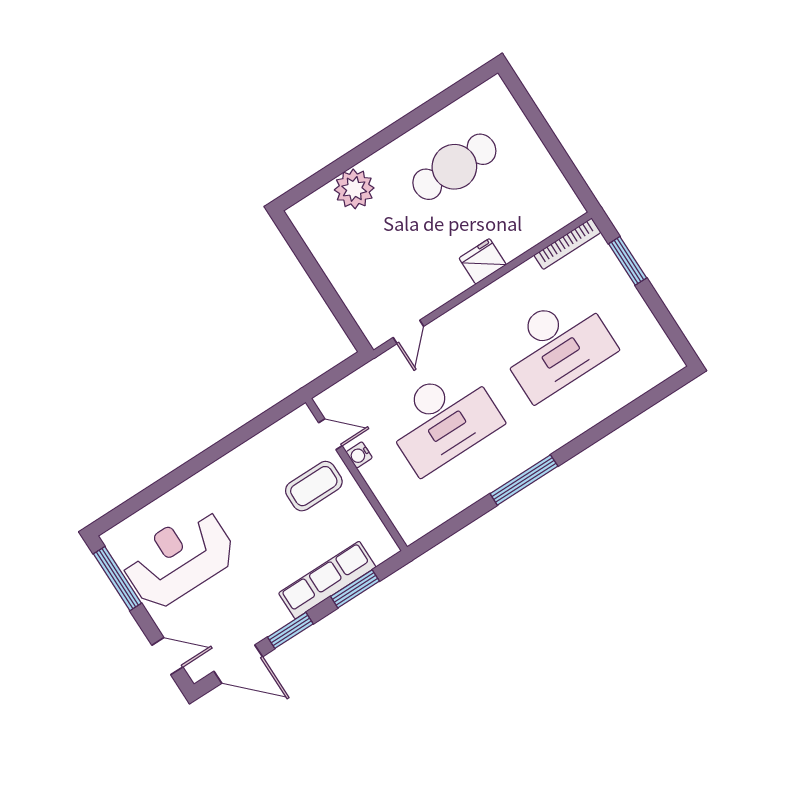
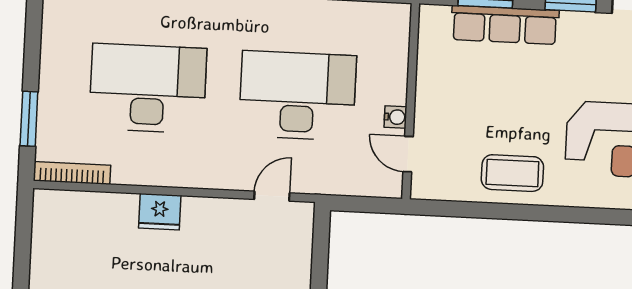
coffee table: (314, 486) -> (512, 173), moved

